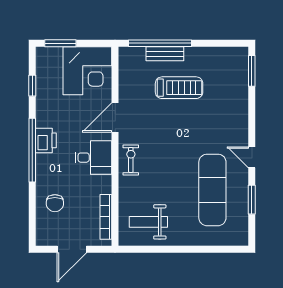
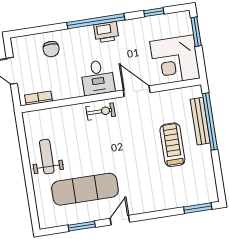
bench: (165, 54) -> (200, 121), width x1.36
treadmill: (179, 88) -> (172, 145), turned 180
chair: (55, 203) -> (51, 49), turned -90
bookcase: (106, 217) -> (38, 98), width x0.64
weight bench: (148, 222) -> (47, 157), moved

